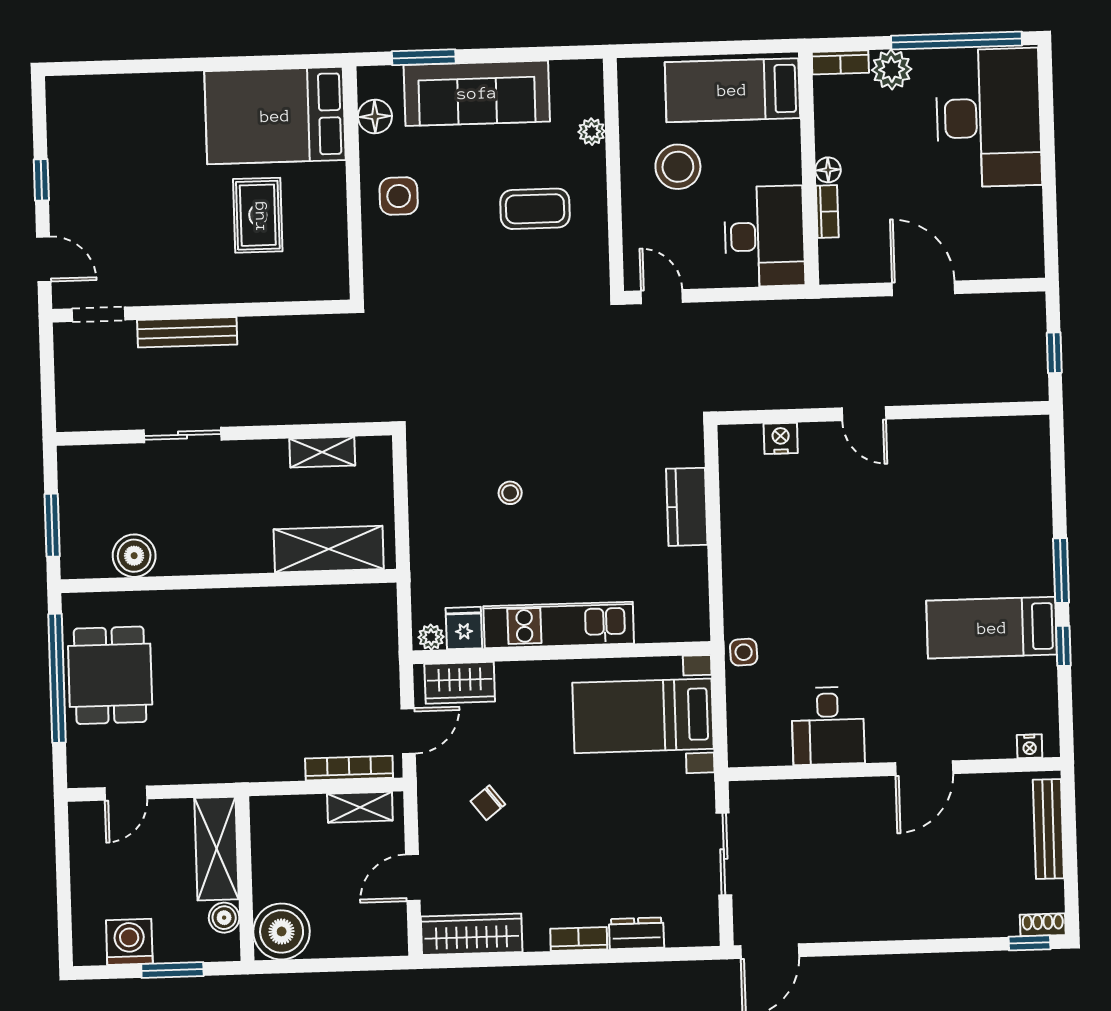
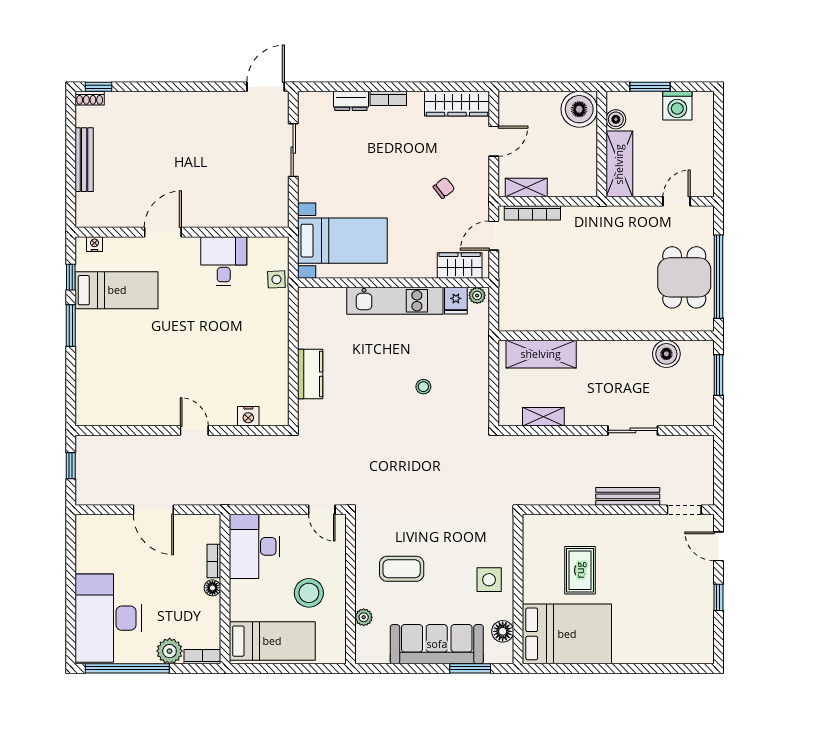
desk: (828, 726) -> (224, 261), moved
nightstand: (1030, 746) -> (95, 244), moved
door: (924, 768) -> (163, 232), moved
wall: (894, 769) -> (182, 232), moved

